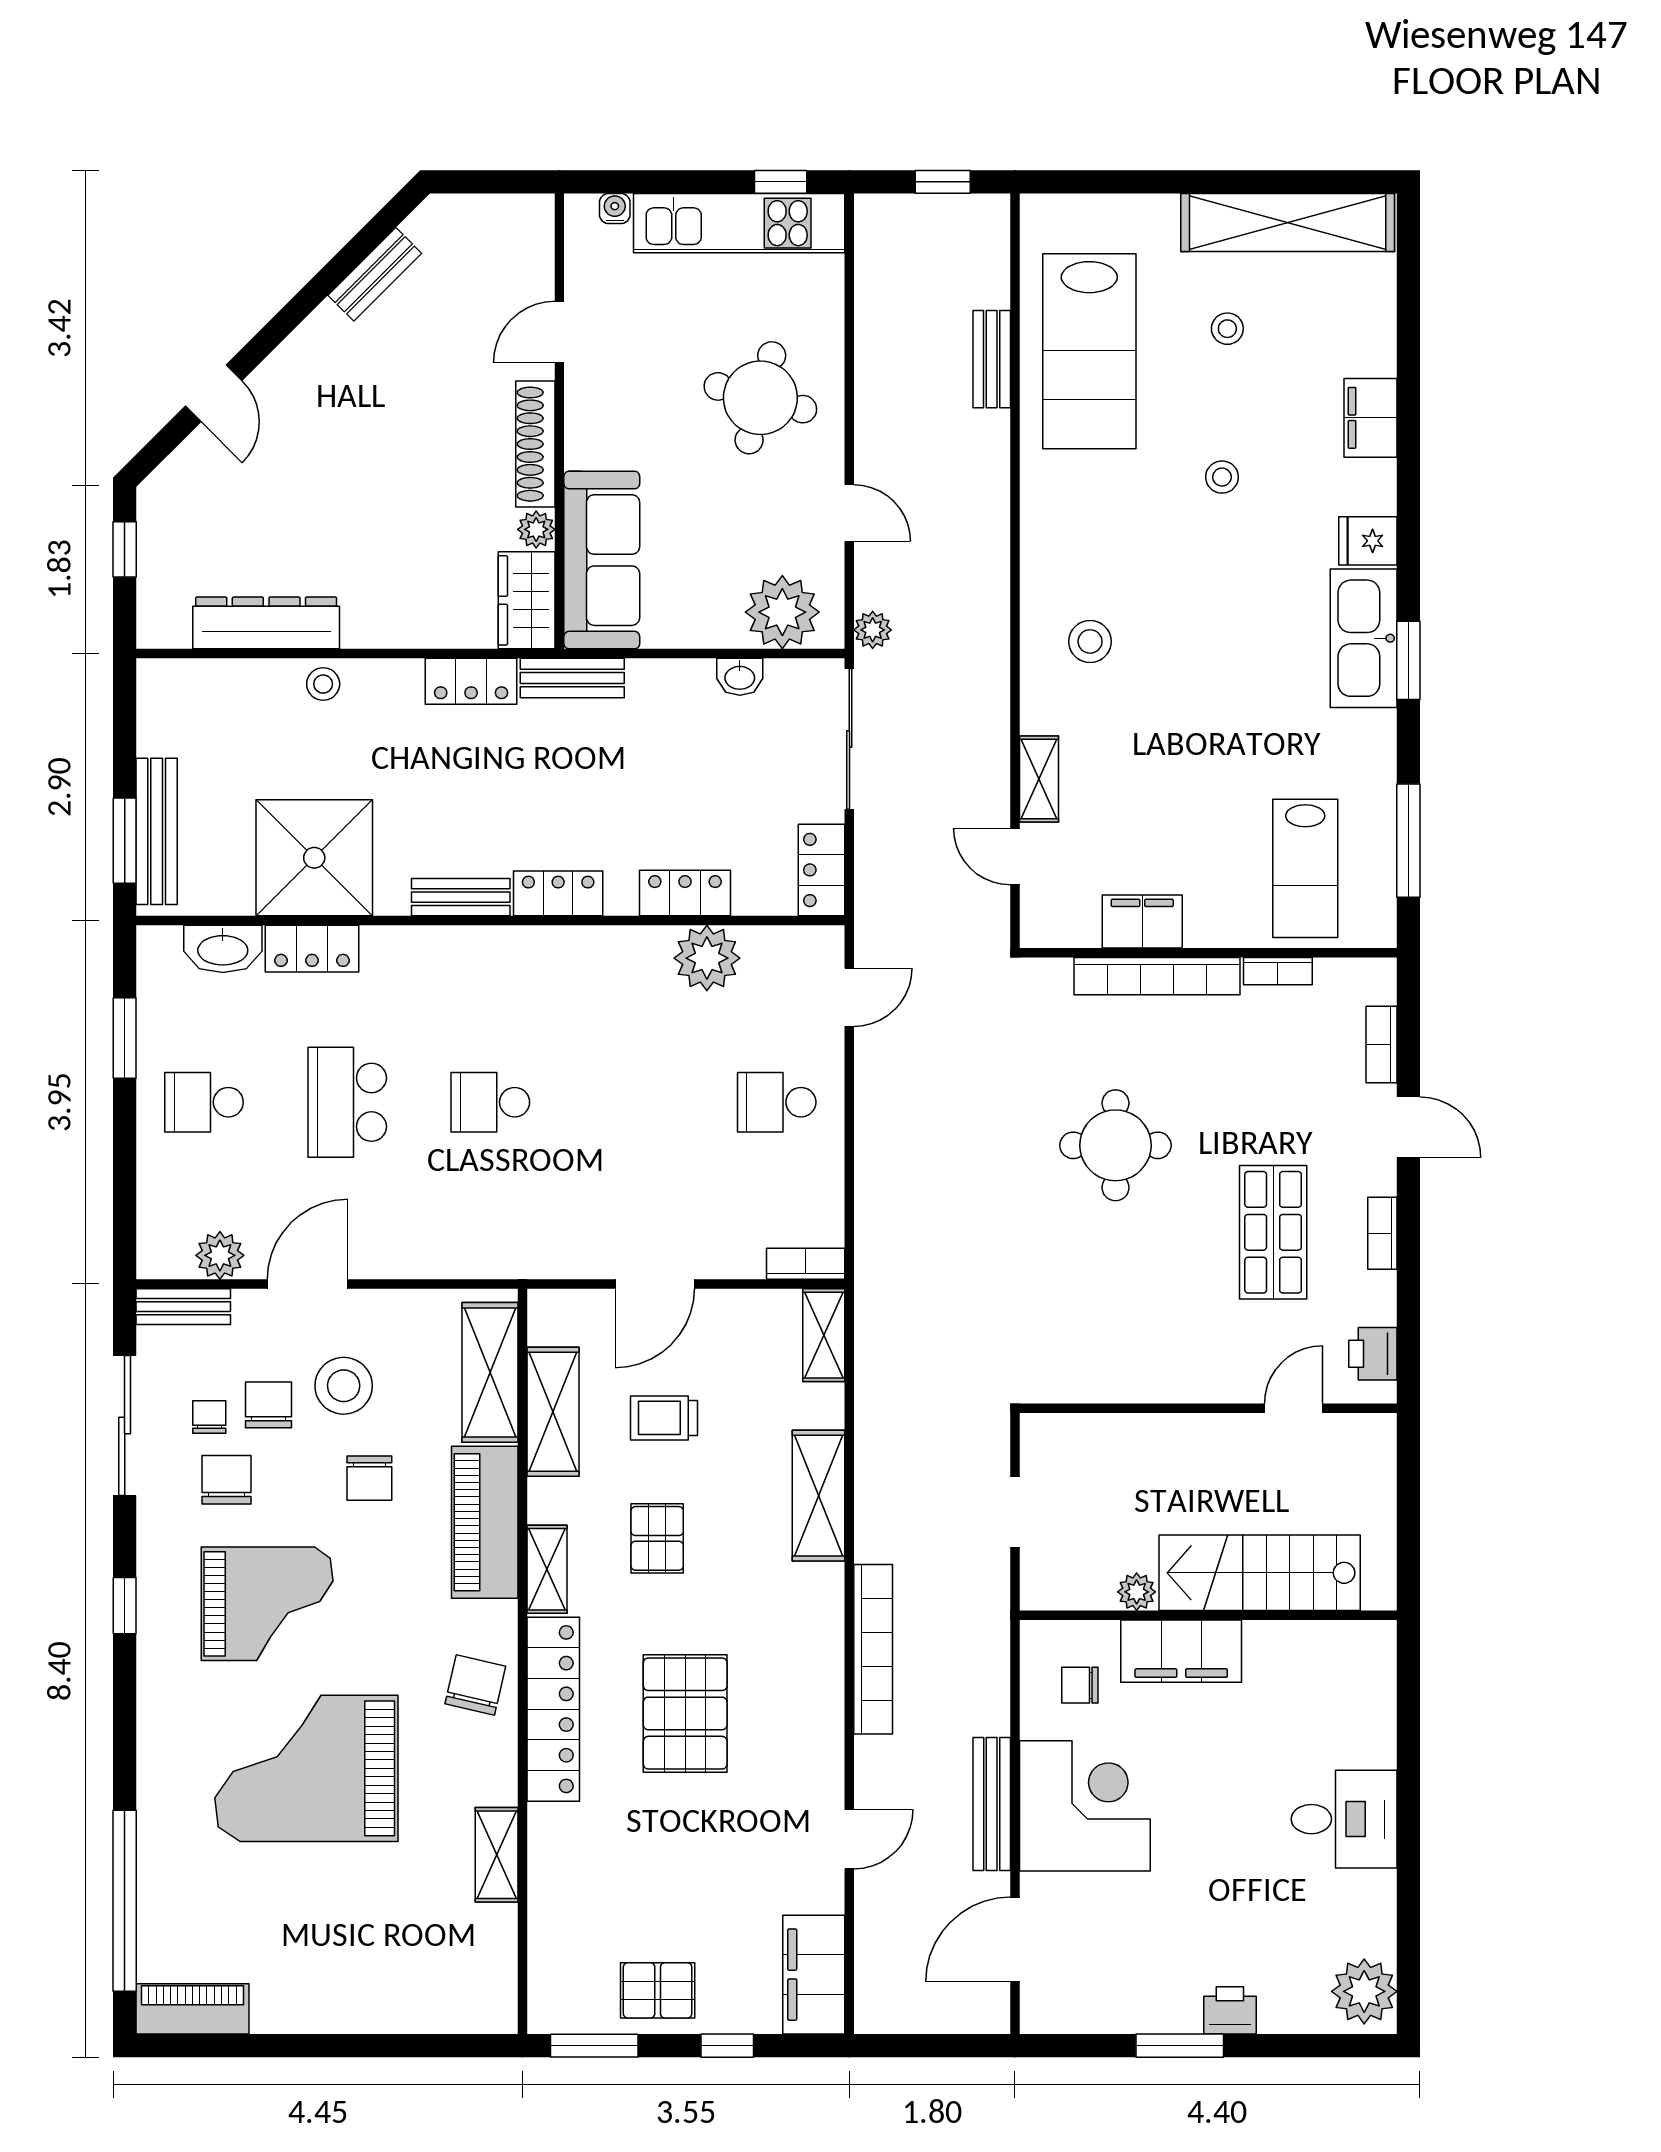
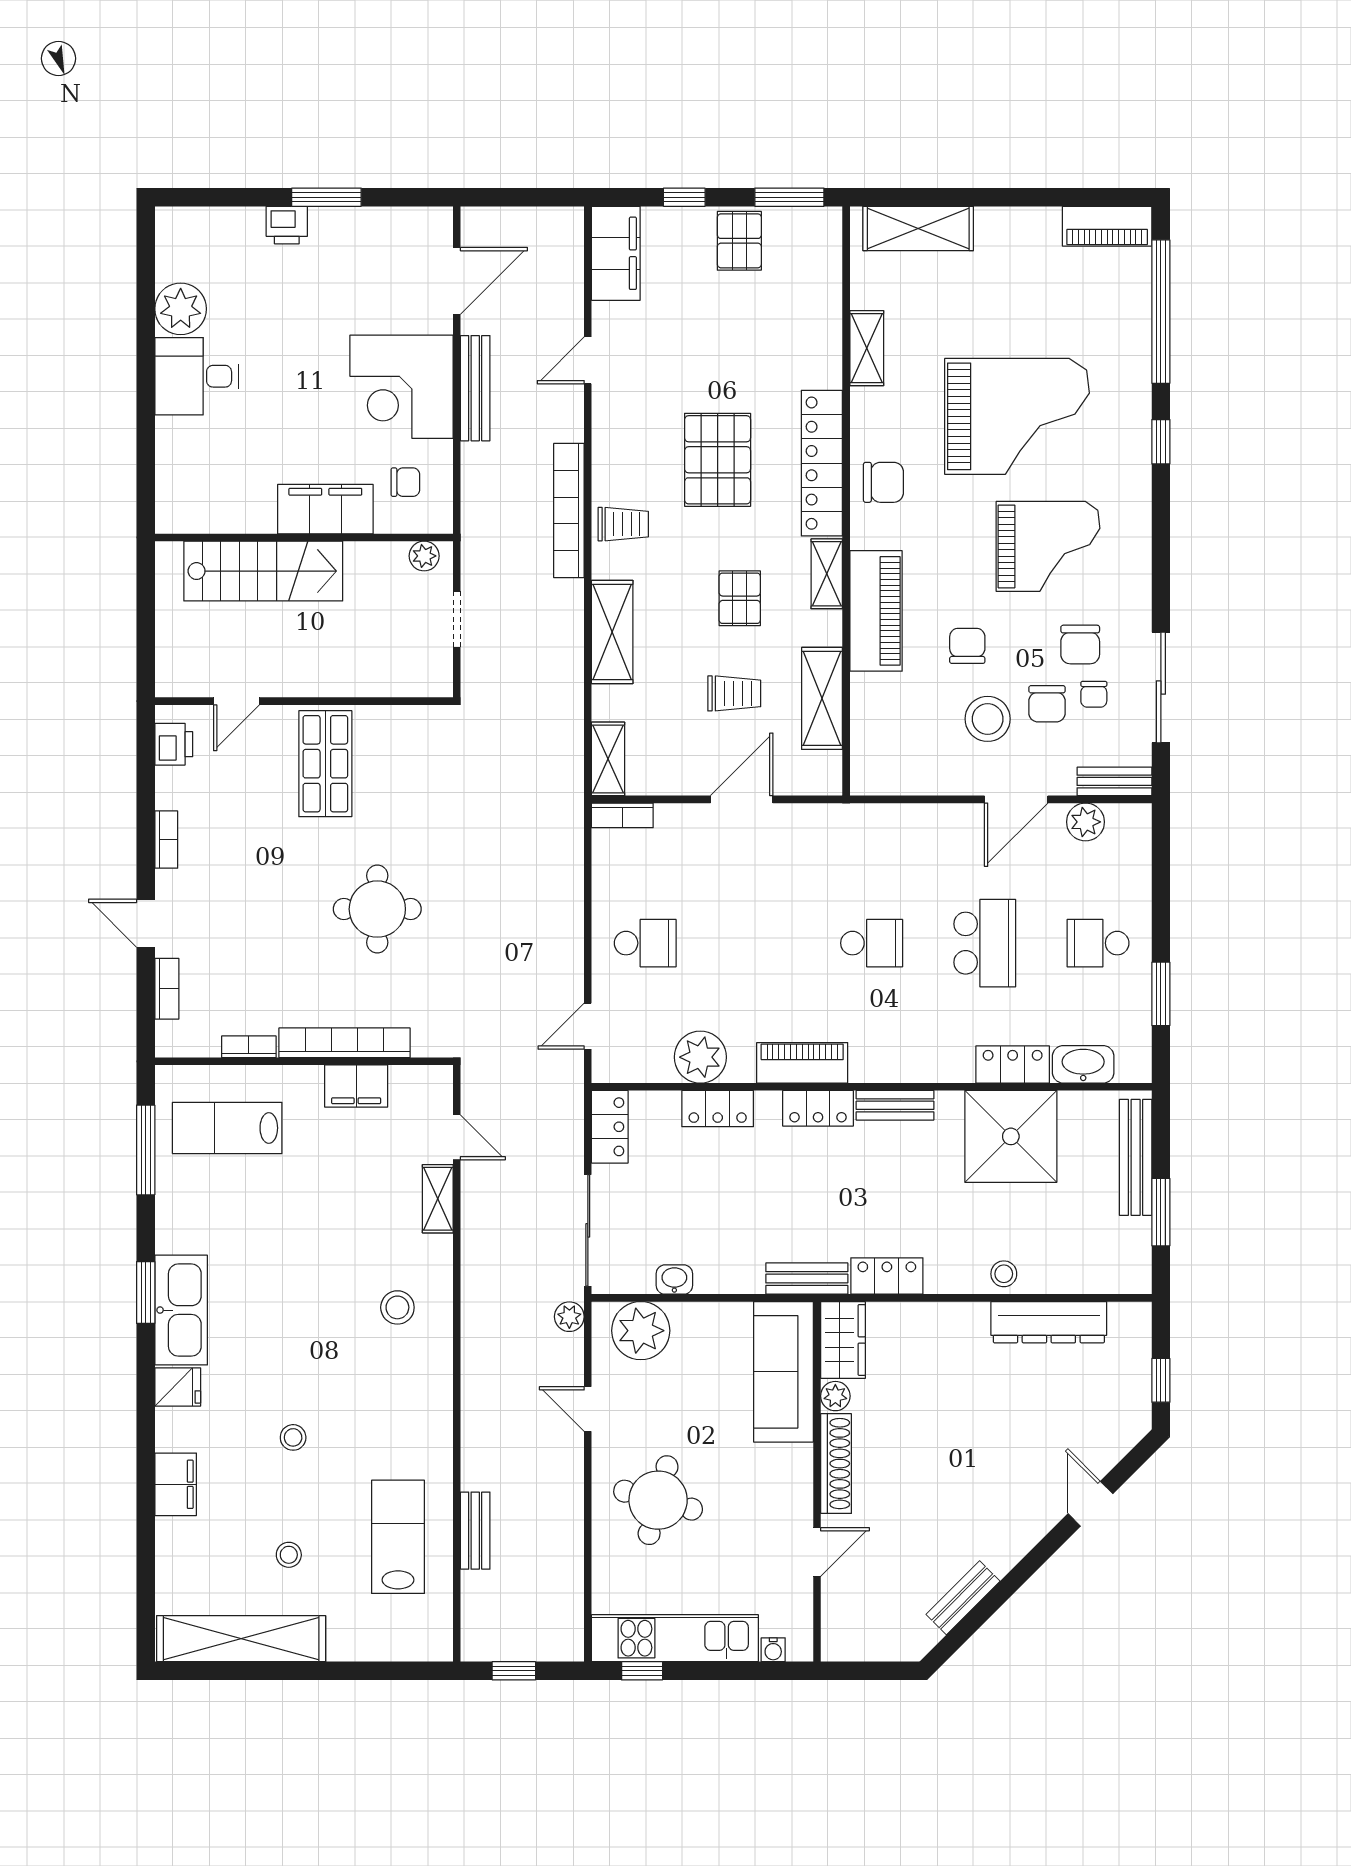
lab bench: (1089, 351) -> (398, 1537), width x0.73, depth x0.72
window: (125, 841) -> (1161, 1212), moved
lab bench: (1305, 868) -> (227, 1128), turned -90
piano: (578, 951) -> (802, 1063), added
school desk: (204, 1102) -> (1098, 943), turned 180
shop shelf: (1273, 1232) -> (325, 764), moved
shelving: (490, 1372) -> (918, 228), moved, turned 90
plant: (1137, 1592) -> (424, 556), moved
grand piano: (267, 1604) -> (1048, 546), turned 180
window: (125, 1606) -> (1161, 442), moved
trolley: (804, 1632) -> (623, 524), added
chair: (475, 1685) -> (883, 482), turned -103
pallet: (658, 1990) -> (739, 241), turned 90
plant: (1364, 1991) -> (181, 309), moved

